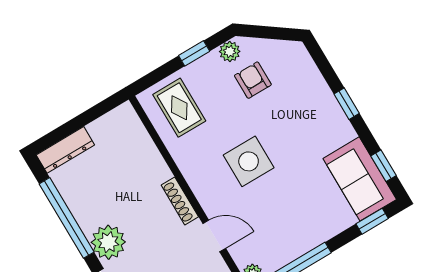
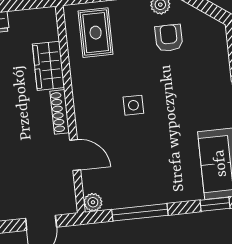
wardrobe: (148, 161) -> (48, 66), added
side table: (249, 161) -> (133, 105), width x0.54, depth x0.54

